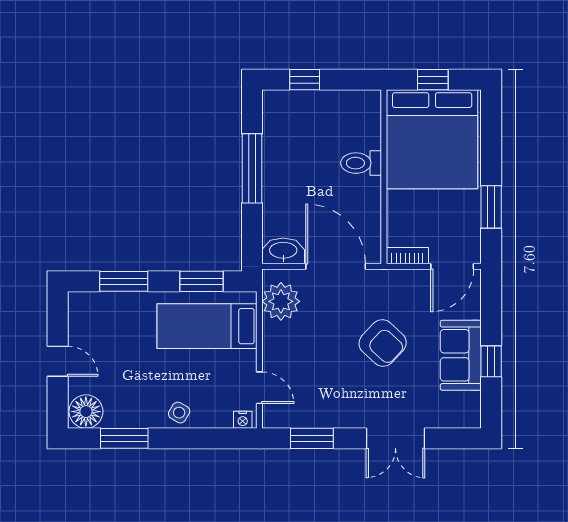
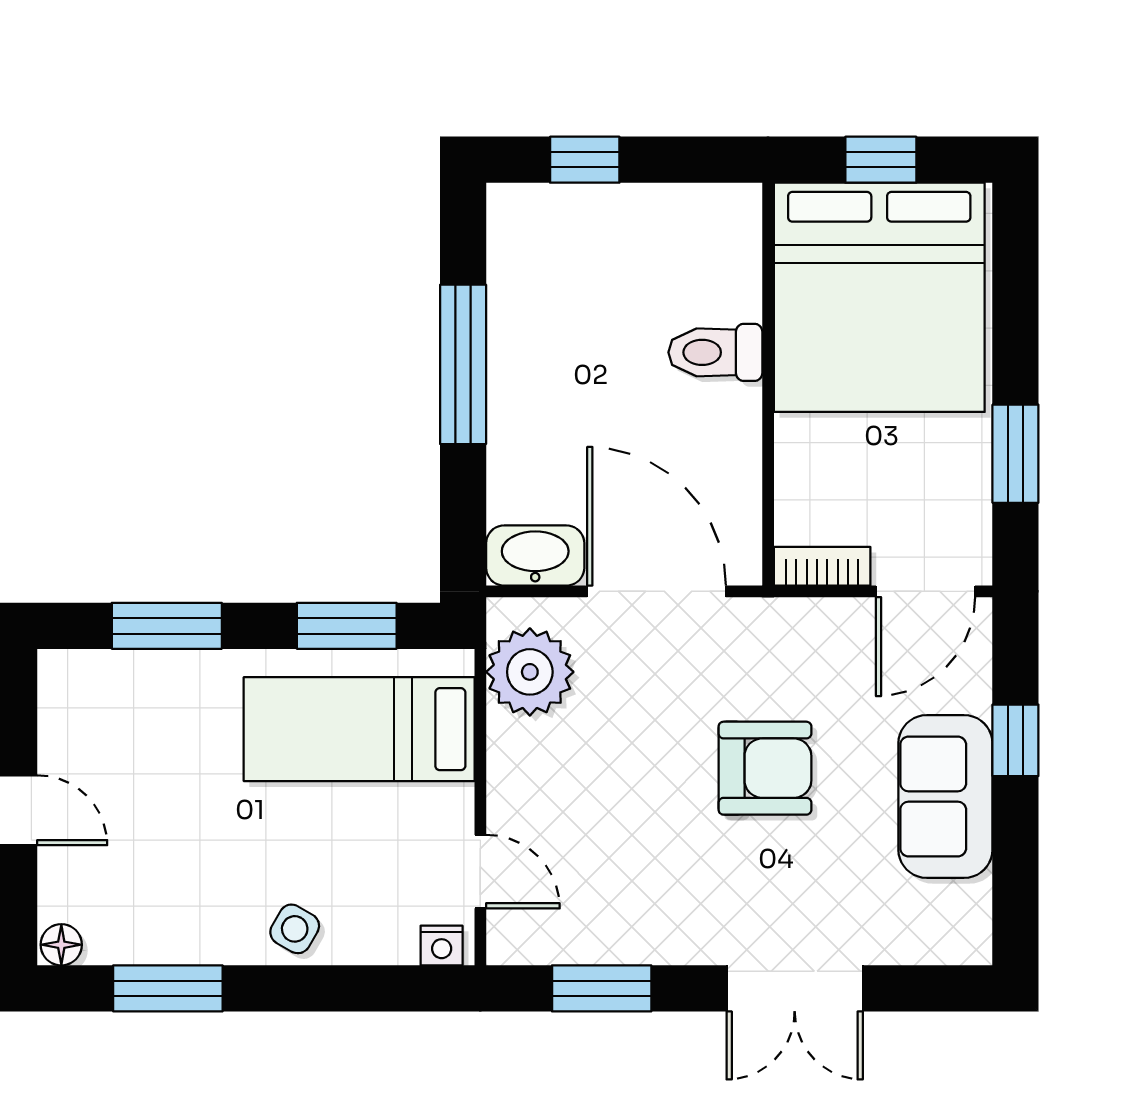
armchair: (383, 343) -> (765, 768), turned -43
window: (491, 361) -> (1015, 740), moved
floor lamp: (86, 412) -> (61, 945), width x0.53, depth x0.53

